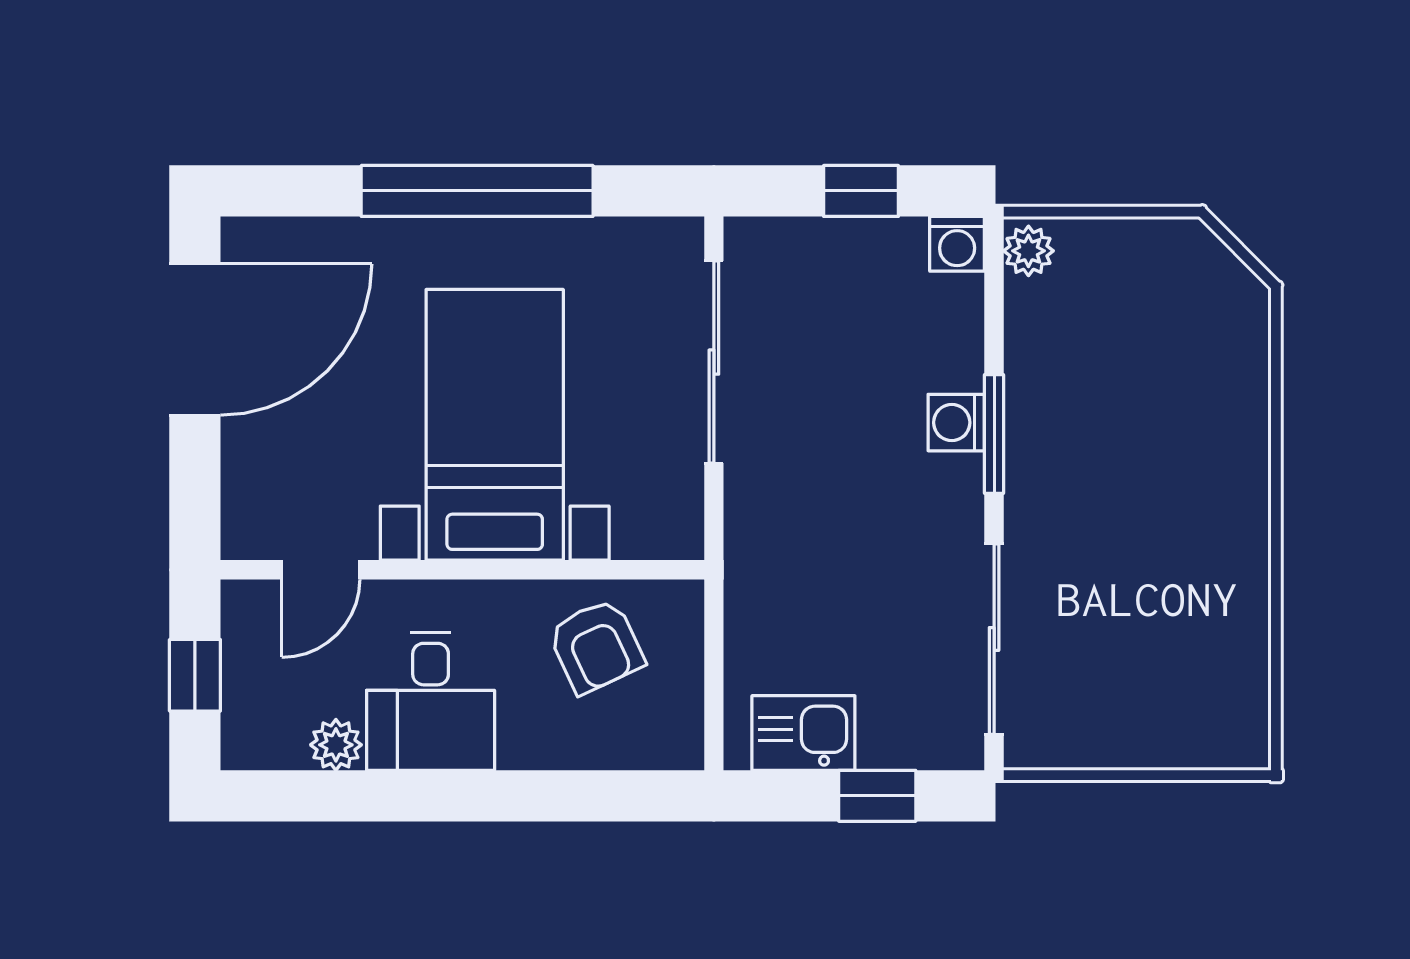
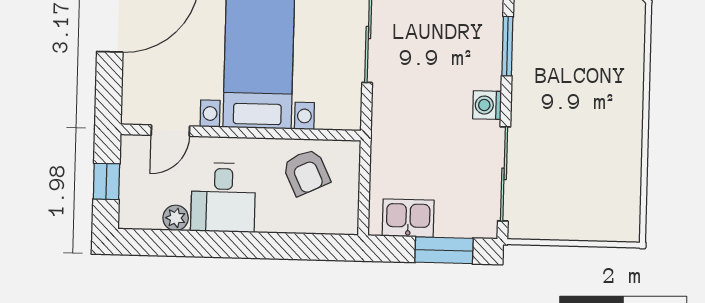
washing machine: (956, 423) -> (487, 105), moved
window: (994, 434) -> (507, 46), moved
window: (877, 796) -> (444, 250), width x1.50

